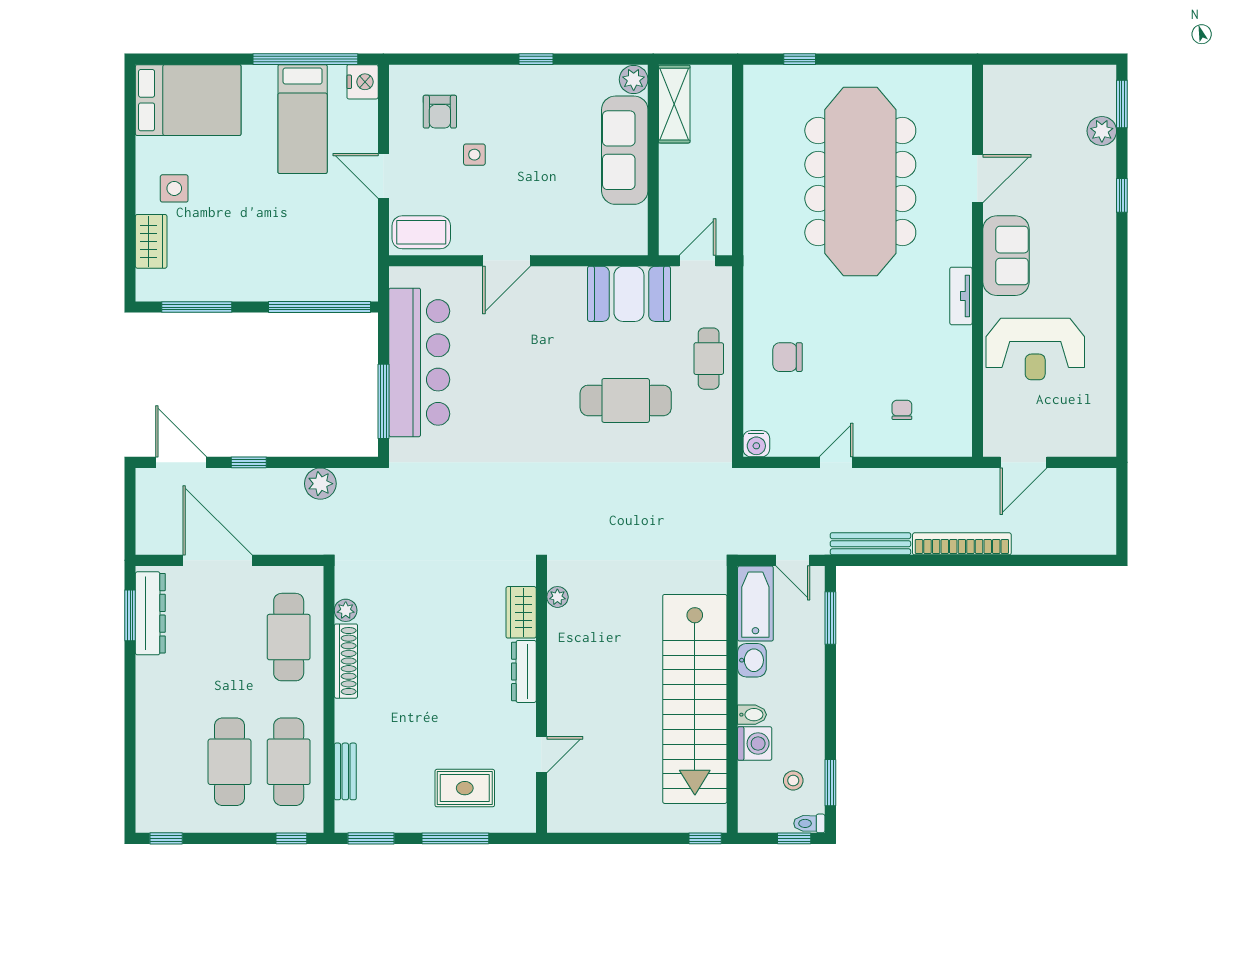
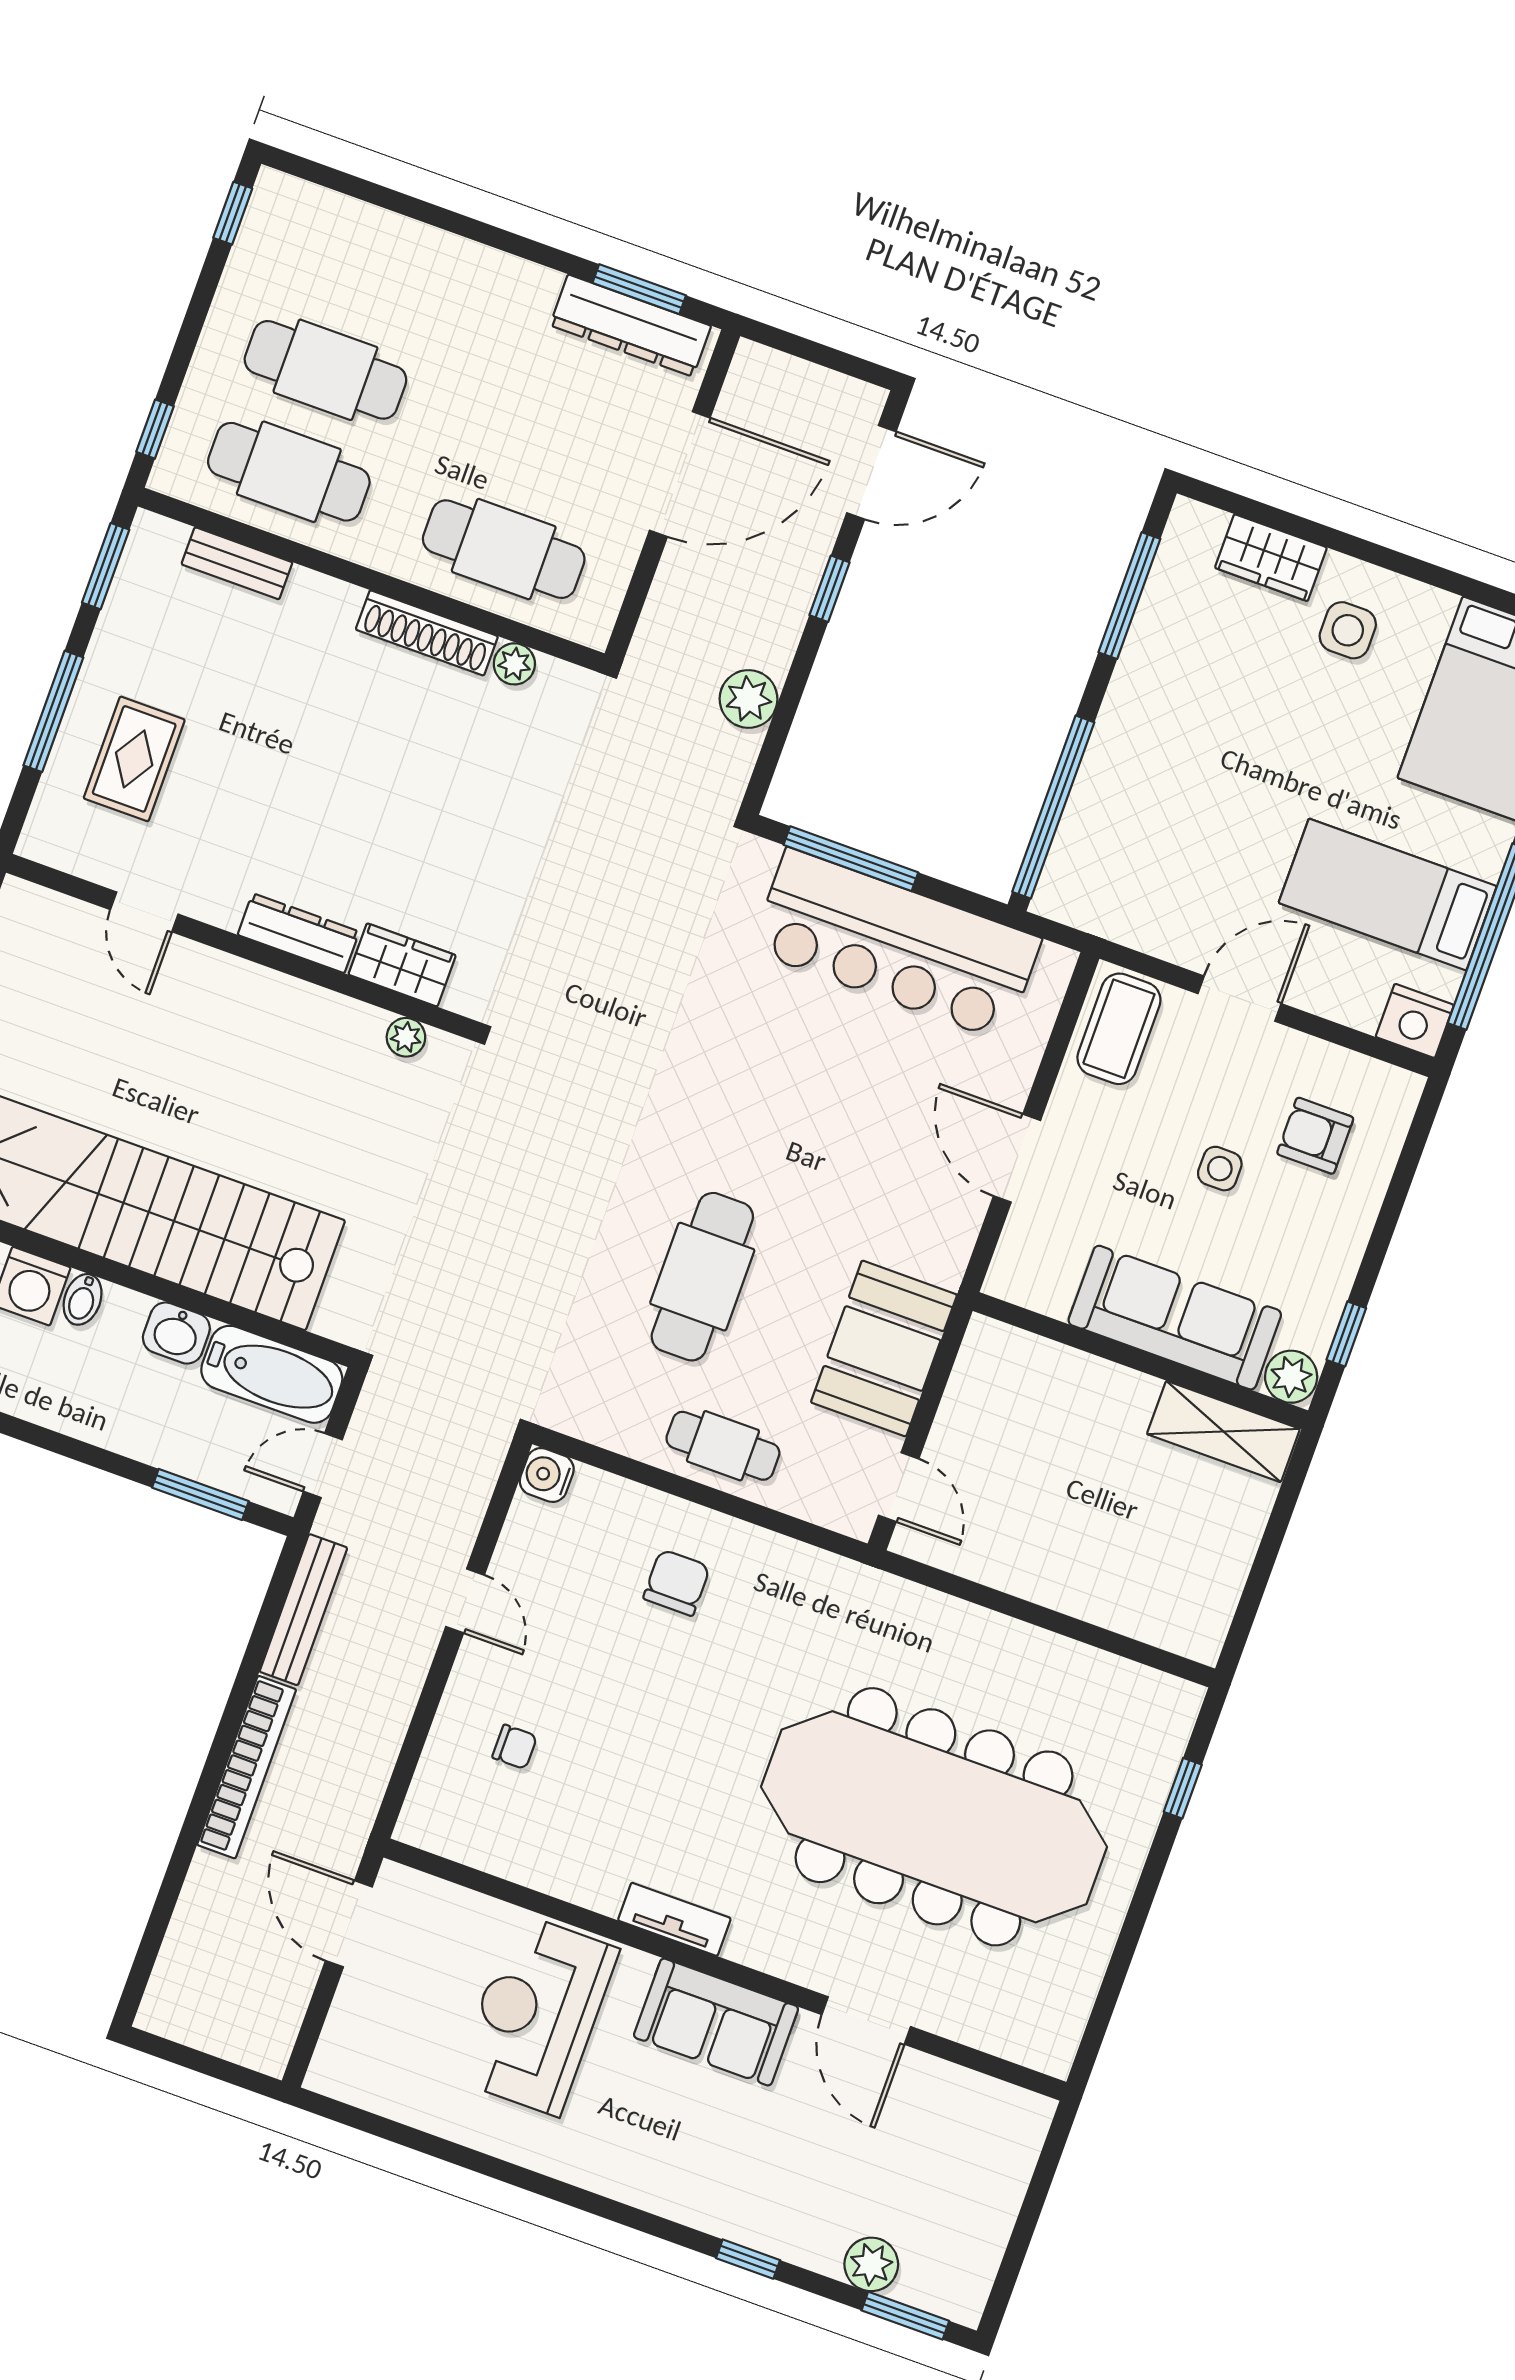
plant: (634, 79) -> (1291, 1377), moved
shelving: (674, 104) -> (1223, 1431), moved
sofa: (625, 150) -> (1175, 1318), moved
wall: (653, 160) -> (1140, 1361), moved

